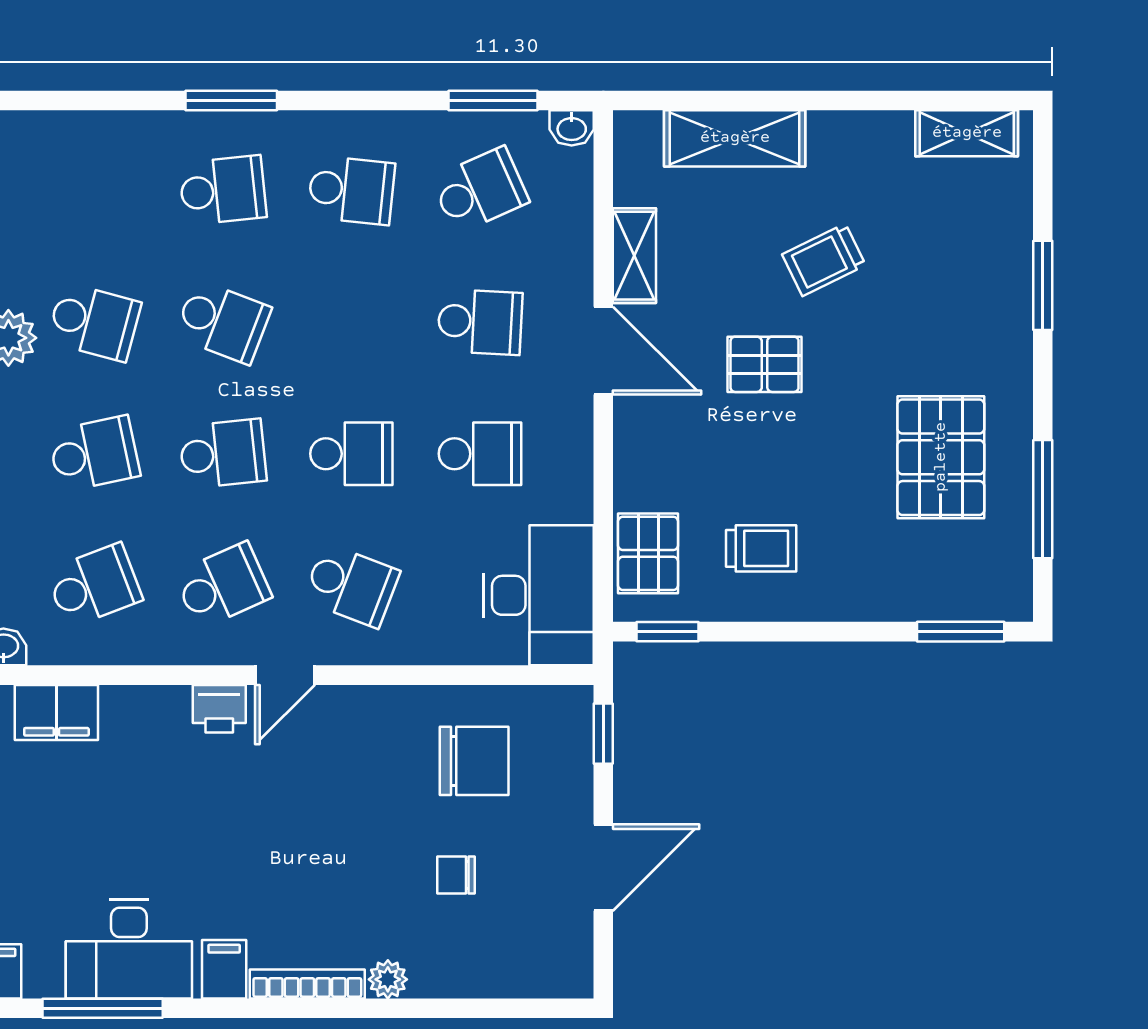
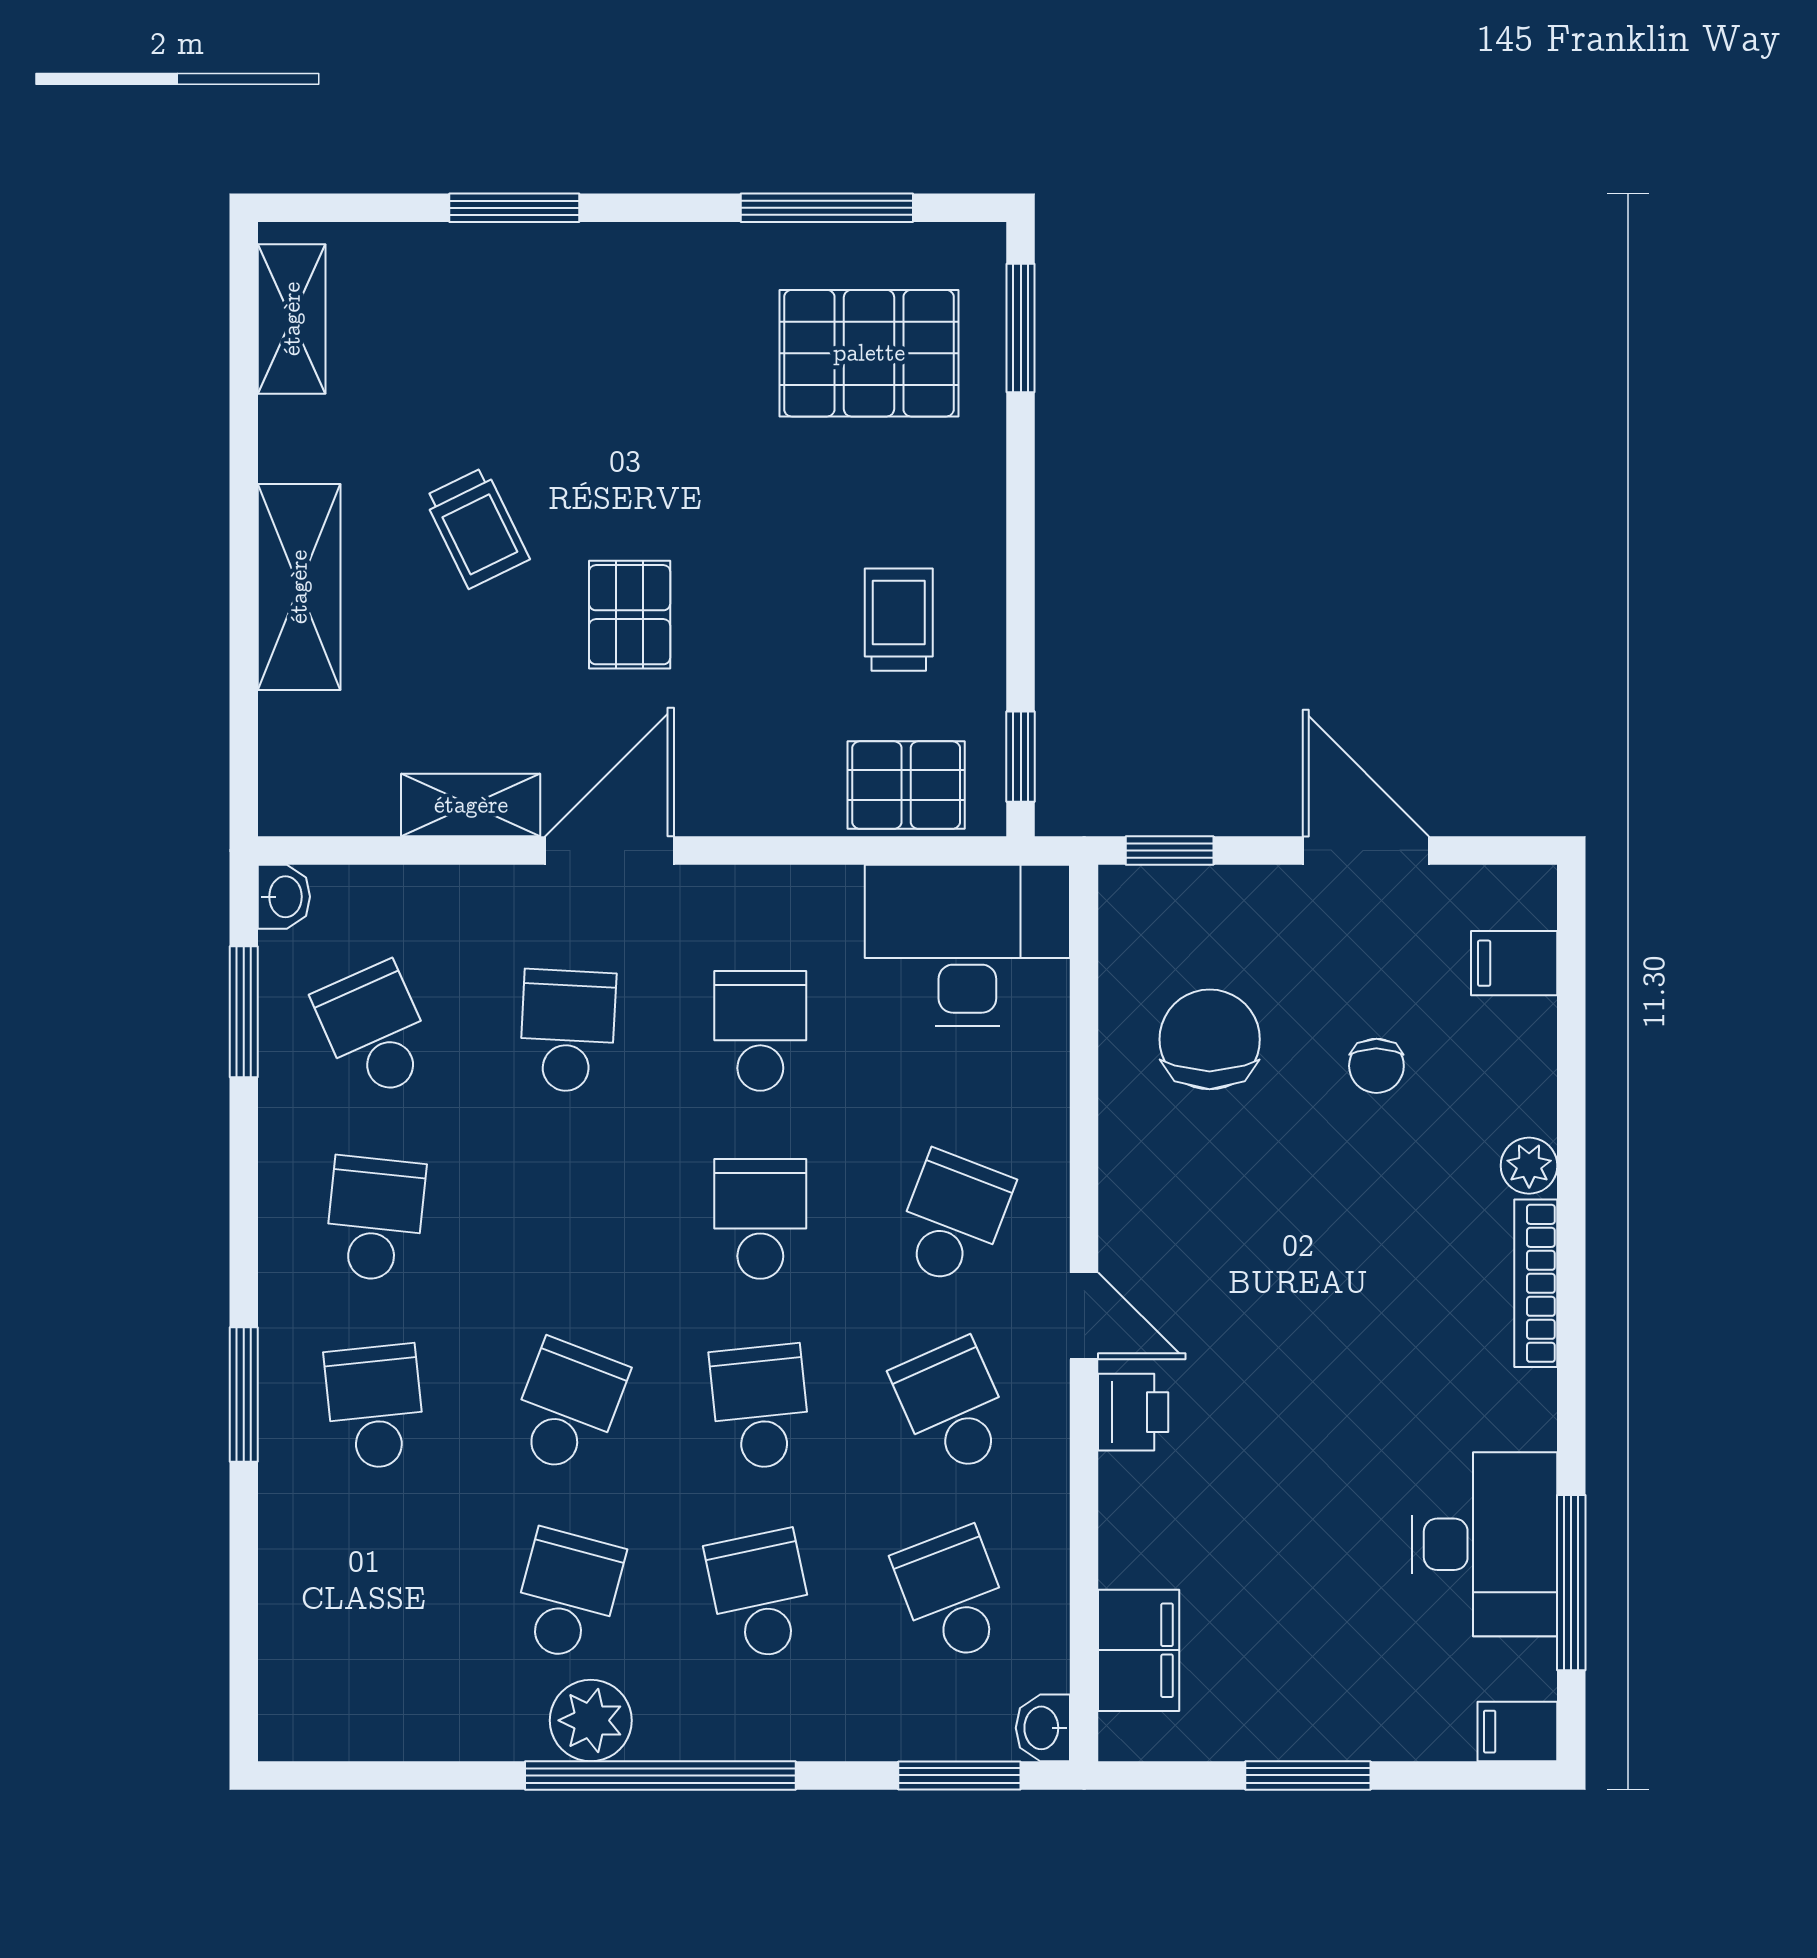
shelving: (735, 138) -> (299, 587), moved
pallet: (941, 457) -> (869, 353), moved
filing cabinet: (224, 969) -> (1514, 963), moved

